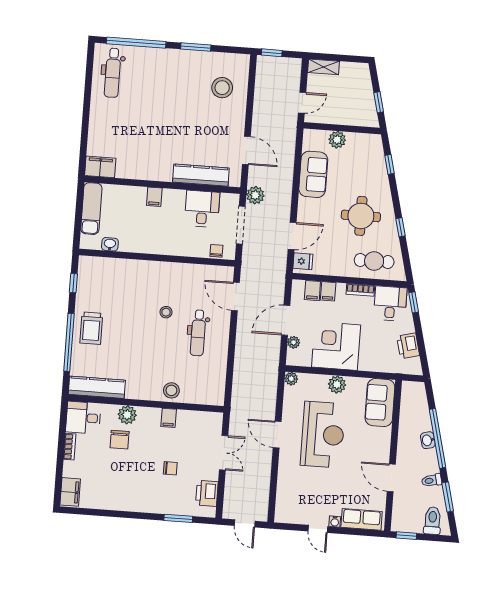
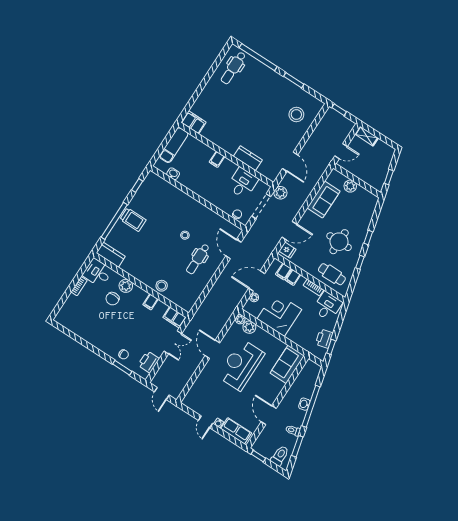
window: (390, 164) -> (368, 238), moved
kitchen counter: (201, 175) -> (248, 158), width x0.67
window: (414, 302) -> (331, 347), moved
trolley: (91, 328) -> (133, 220), turned -90
plant: (337, 384) -> (249, 327), moved
kitchen counter: (97, 387) -> (111, 255), width x0.67
reception desk: (323, 435) -> (241, 365), turned 180
chair: (170, 468) -> (124, 354), moved
filing cabinet: (70, 492) -> (175, 317), moved, turned 90

